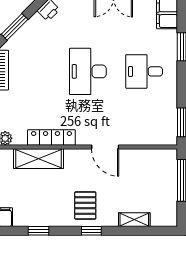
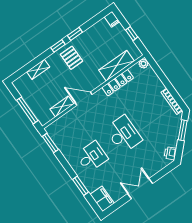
shelving: (137, 156) -> (62, 106), added
window: (38, 231) -> (75, 34), moved

